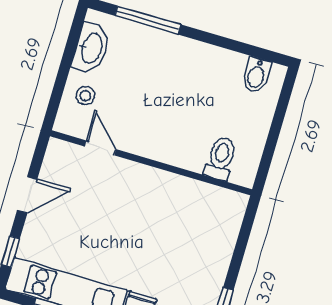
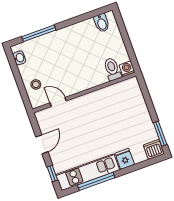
washbasin: (91, 48) -> (19, 58), width x0.52, depth x0.69
washing machine: (244, 174) -> (127, 69), added

